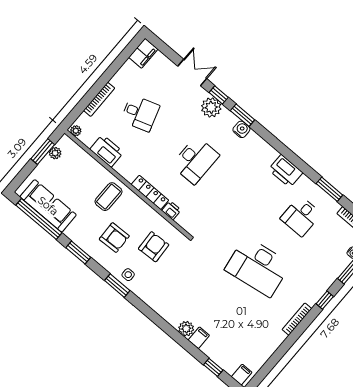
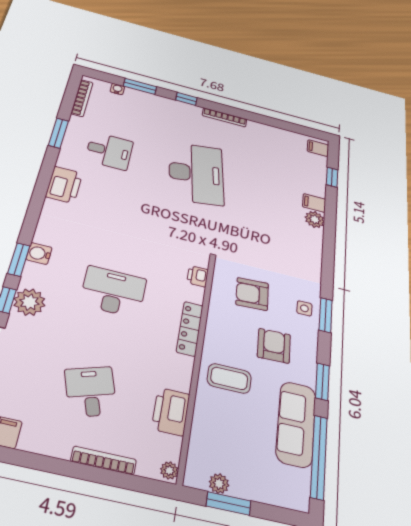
sofa: (48, 206) -> (296, 424), moved
printer: (171, 210) -> (198, 276), moved

